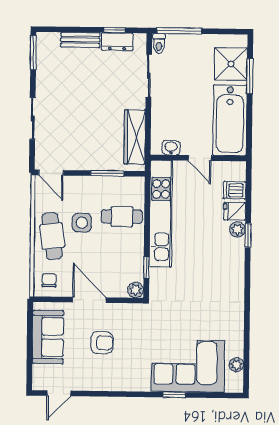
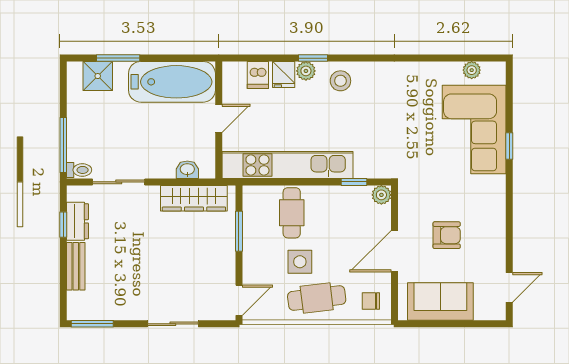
shower: (231, 64) -> (98, 76), width x0.73, depth x0.73
washbasin: (171, 148) -> (187, 170), moved, turned 90
stool: (229, 258) -> (340, 81), added
armchair: (102, 343) -> (447, 235), turned 90
door: (59, 393) -> (509, 287), hinge flipped

